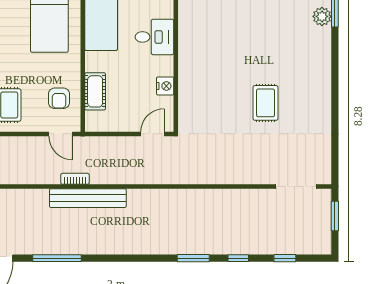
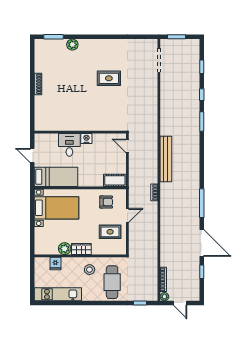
plant: (322, 16) -> (72, 45), moved
nightstand: (165, 86) -> (86, 138), moved
cot: (95, 91) -> (115, 180), moved
door: (61, 134) -> (127, 215), moved
bench: (88, 198) -> (166, 159), moved

